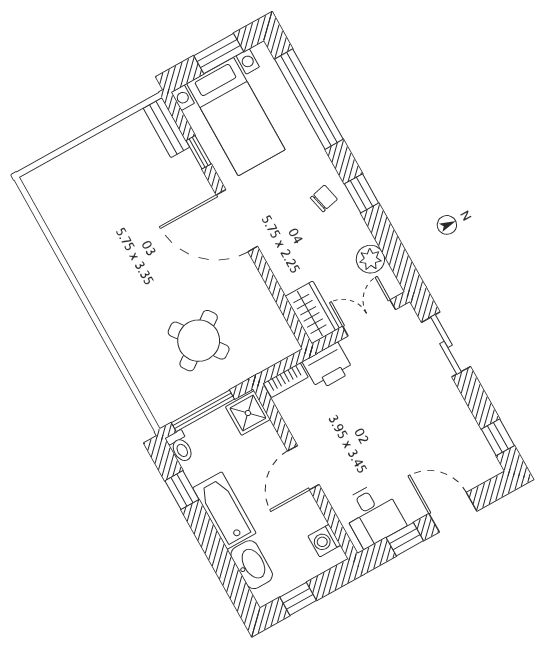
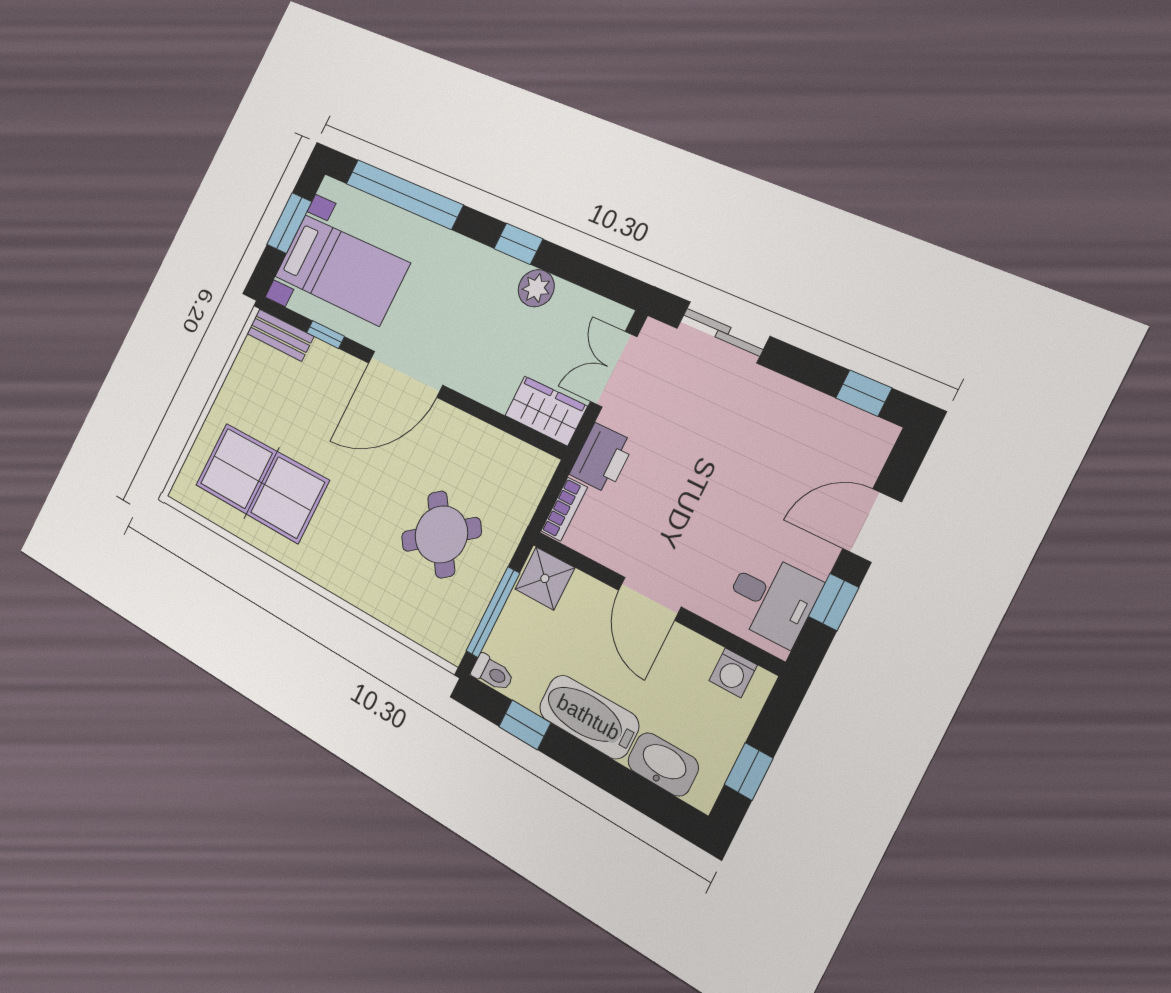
chair: (324, 198) -> (482, 280), removed
table tennis table: (95, 219) -> (262, 483), added
plant: (370, 259) -> (536, 288), moved

